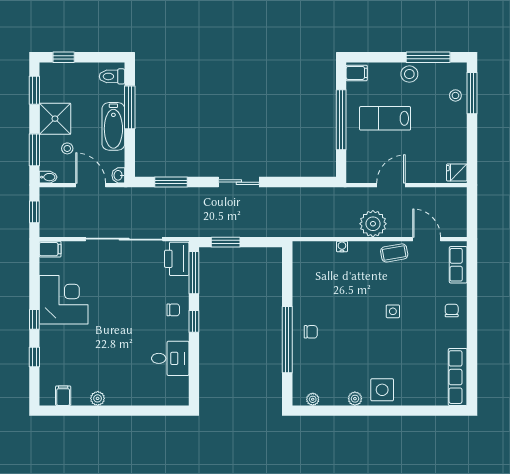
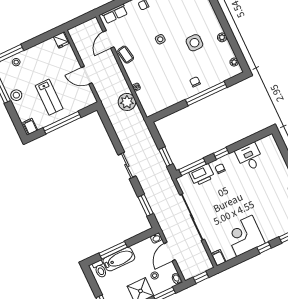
bathtub: (113, 126) -> (119, 259), moved
plant: (373, 224) -> (127, 102), moved
printer: (177, 259) -> (202, 175), moved
side table: (382, 390) -> (194, 43), moved

